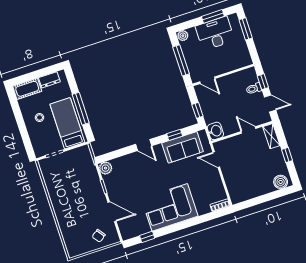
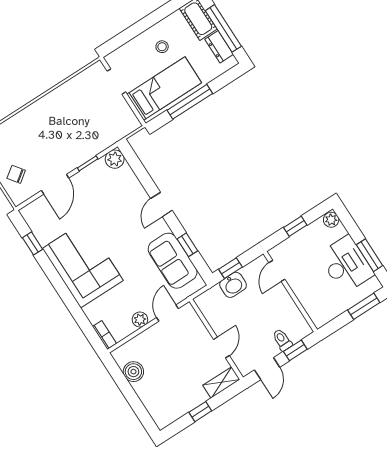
window: (181, 60) -> (295, 226), width x0.46
window: (38, 74) -> (223, 28), added
washbasin: (215, 131) -> (233, 285), moved
plant: (216, 179) -> (140, 320), added
boiler: (281, 182) -> (133, 372), moved

